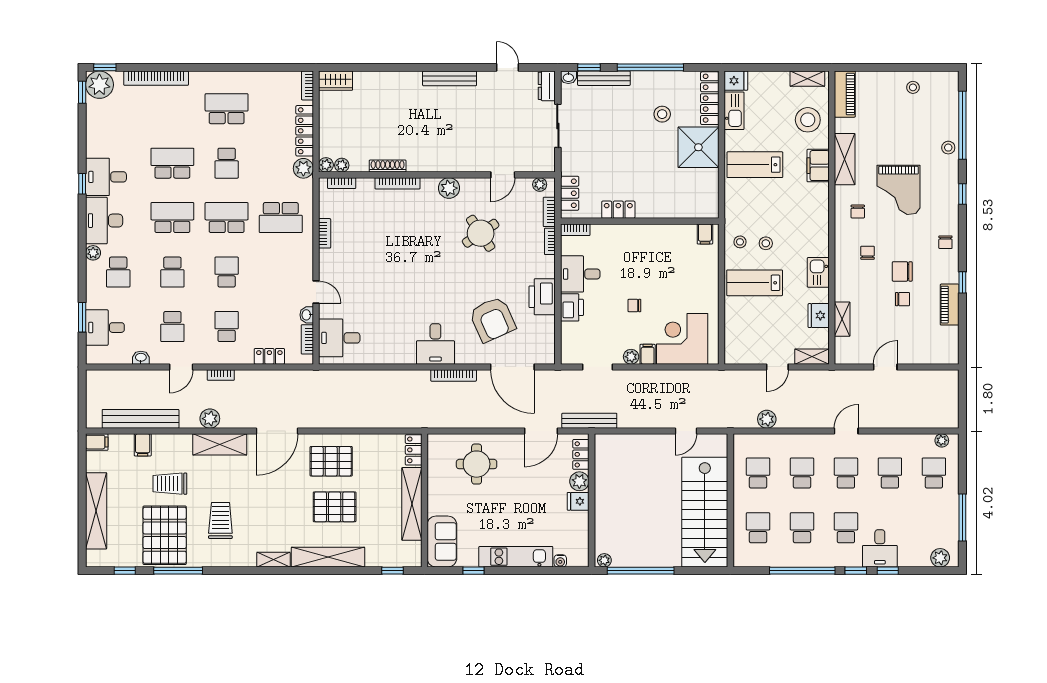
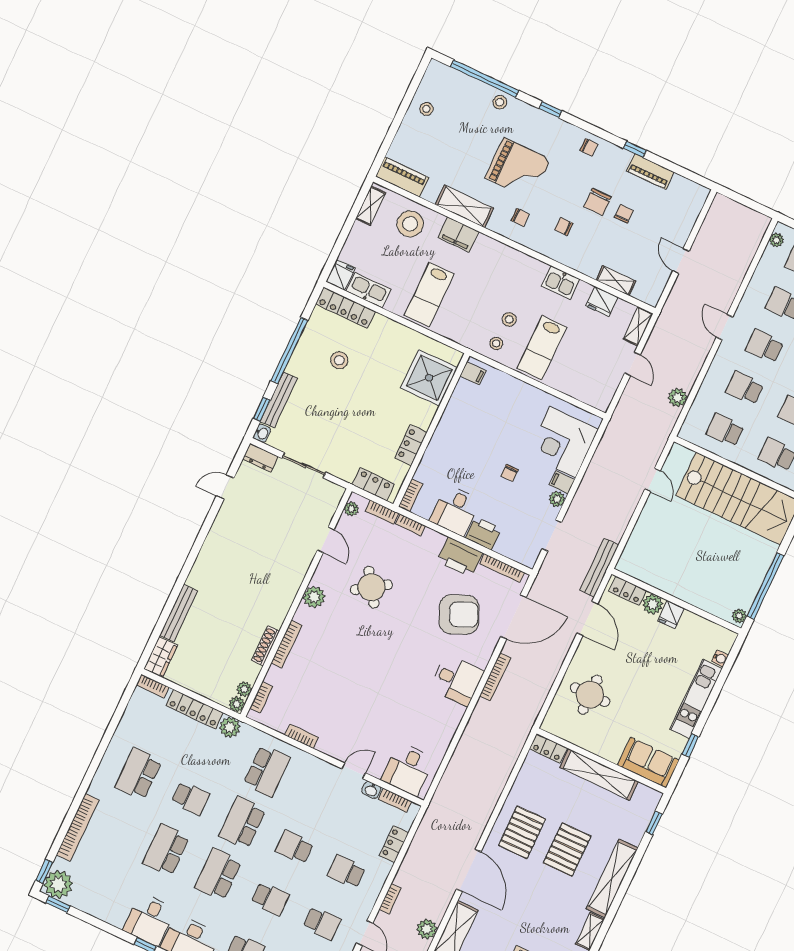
bench: (450, 78) -> (179, 613), moved
shower: (698, 147) -> (429, 378), moved
bookcase: (550, 337) -> (502, 568), added

